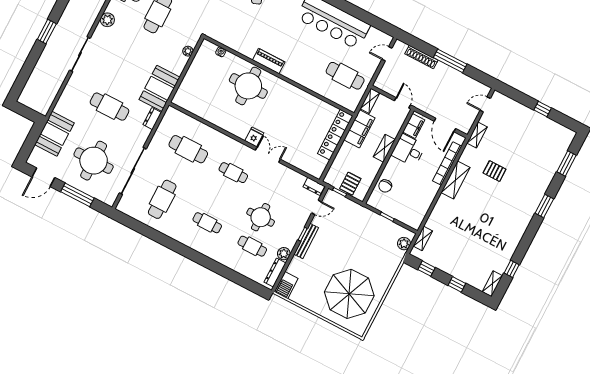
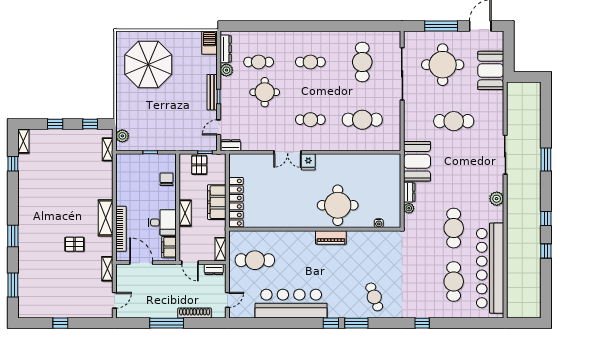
dresser: (385, 86) -> (214, 269), added
dresser: (152, 119) -> (409, 192), moved
filing cabinet: (359, 129) -> (217, 202), moved

